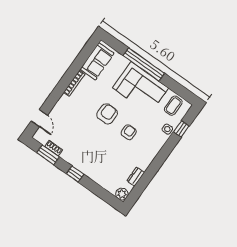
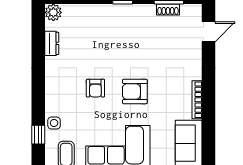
armchair: (107, 114) -> (135, 92), turned 90
door: (39, 118) -> (208, 32), swing flipped

